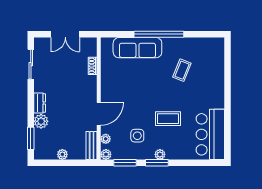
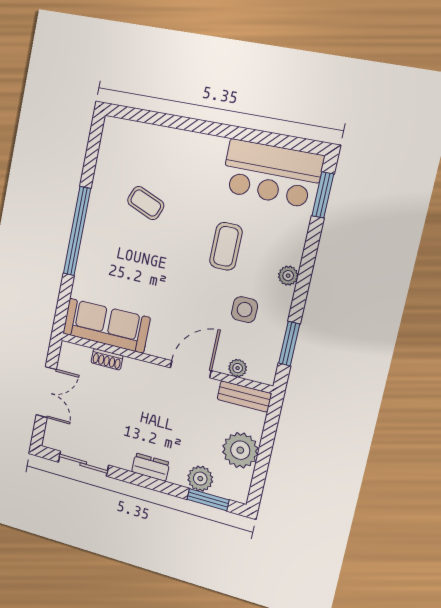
sofa: (137, 48) -> (106, 326), moved, turned -90
door: (99, 114) -> (191, 369), hinge flipped
plant: (41, 121) -> (200, 479), moved
plant: (62, 154) -> (240, 450), width x1.87, depth x1.87
plant: (106, 154) -> (266, 375), removed
window: (157, 163) -> (323, 195), moved

